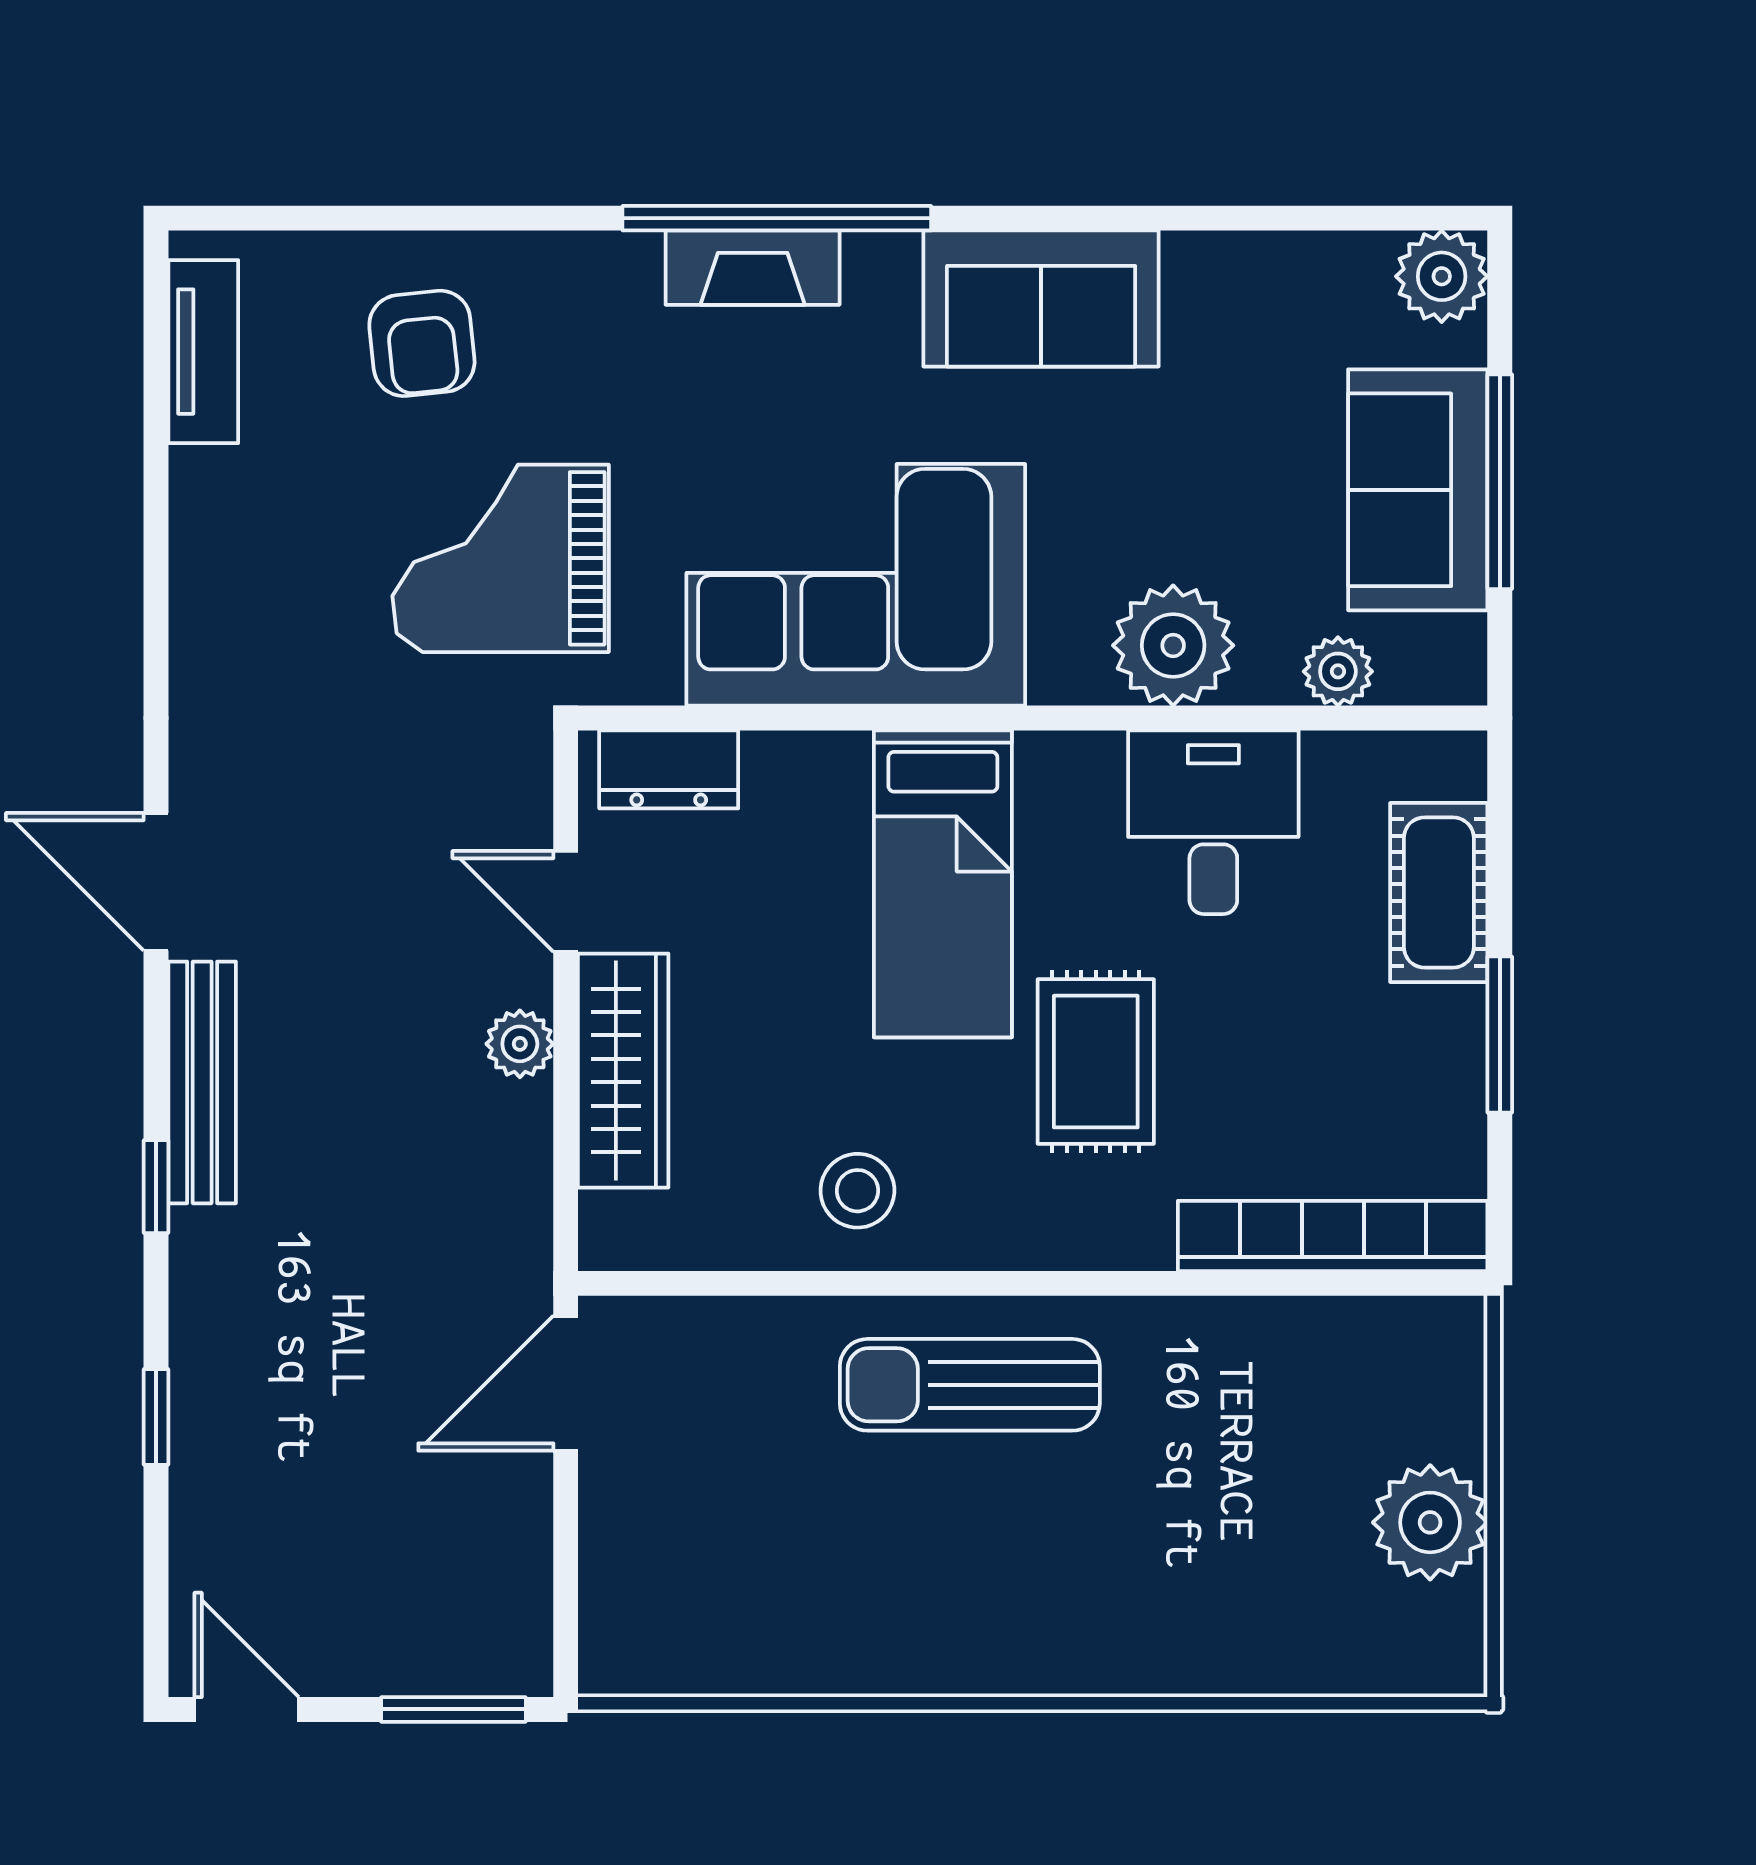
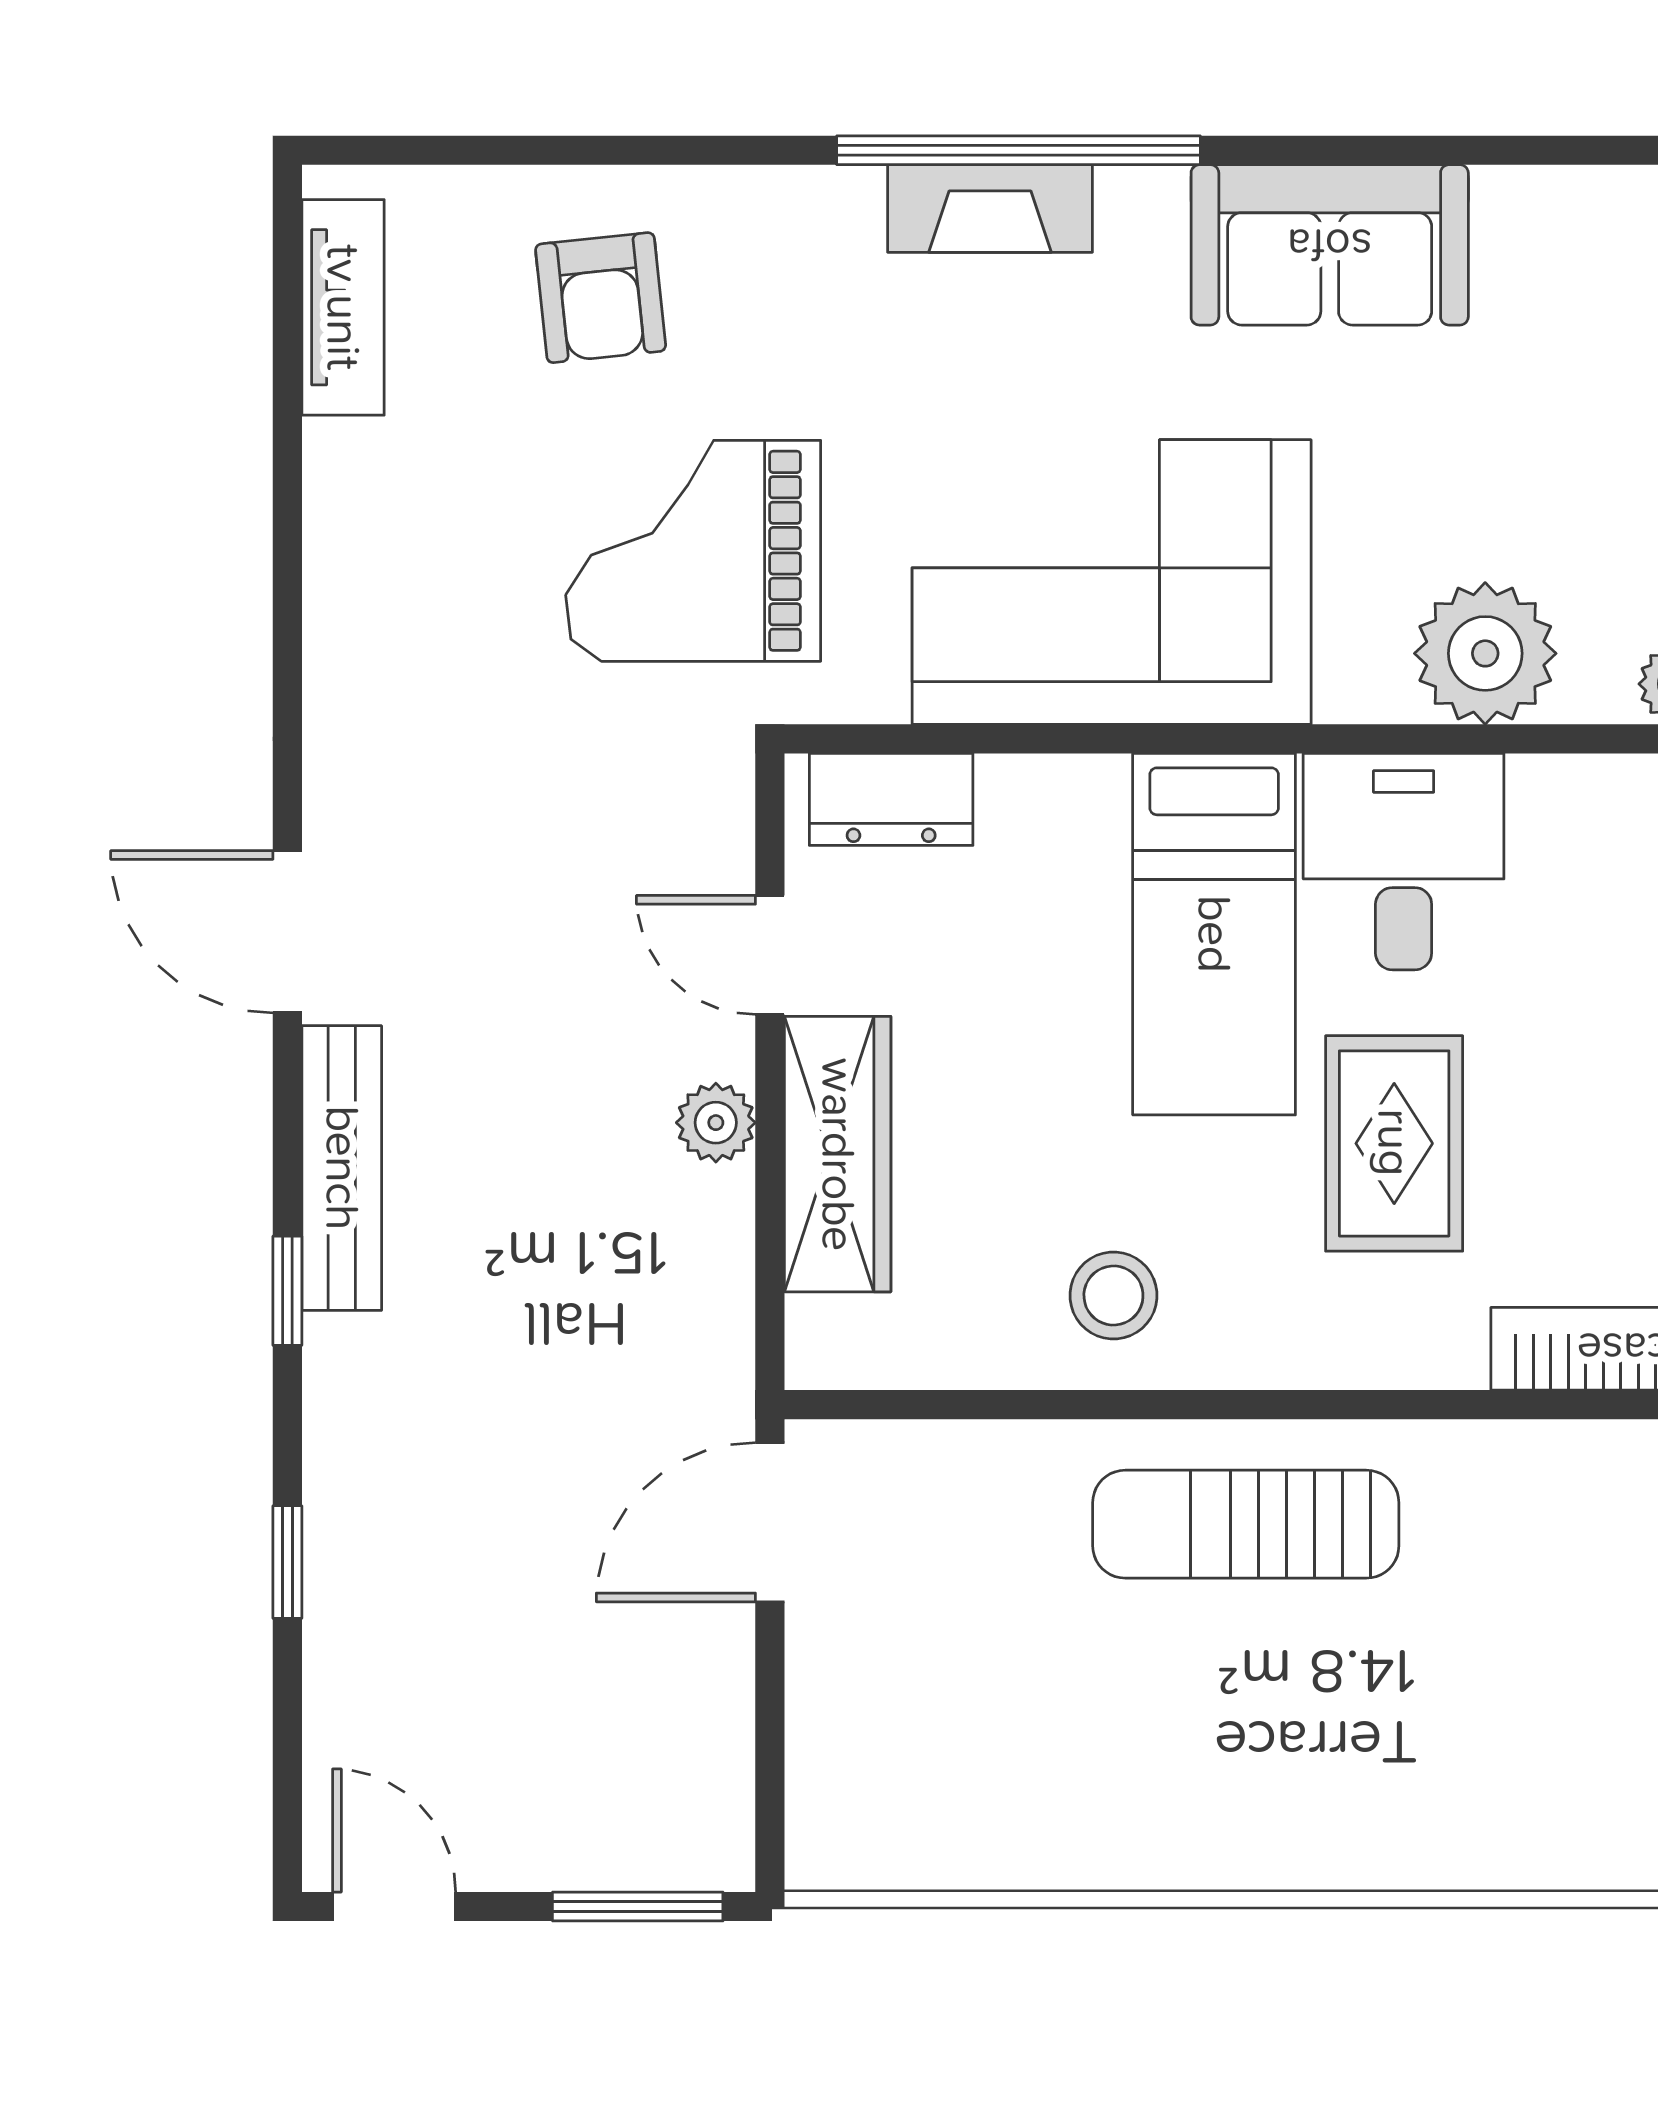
desk: (1213, 822) -> (1404, 862), moved

